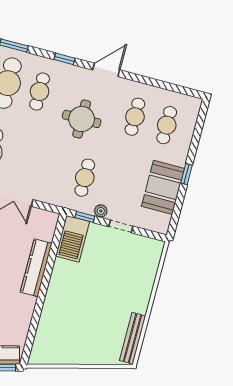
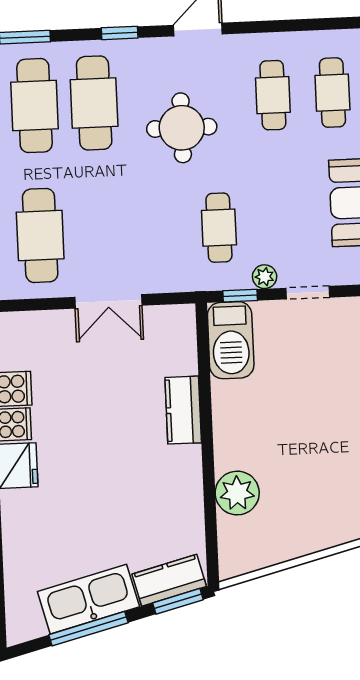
cafe table: (40, 92) -> (94, 103), width x1.37, depth x1.35
kitchen counter: (36, 268) -> (183, 410), width x0.67
plant: (51, 320) -> (237, 493), added

